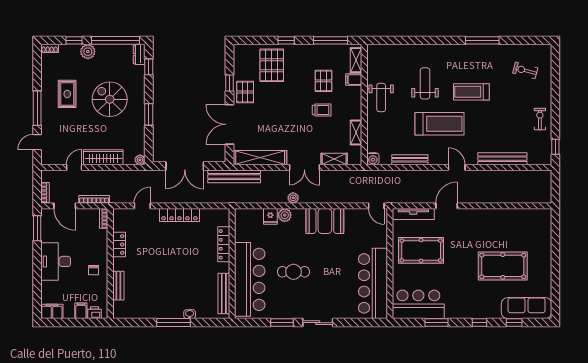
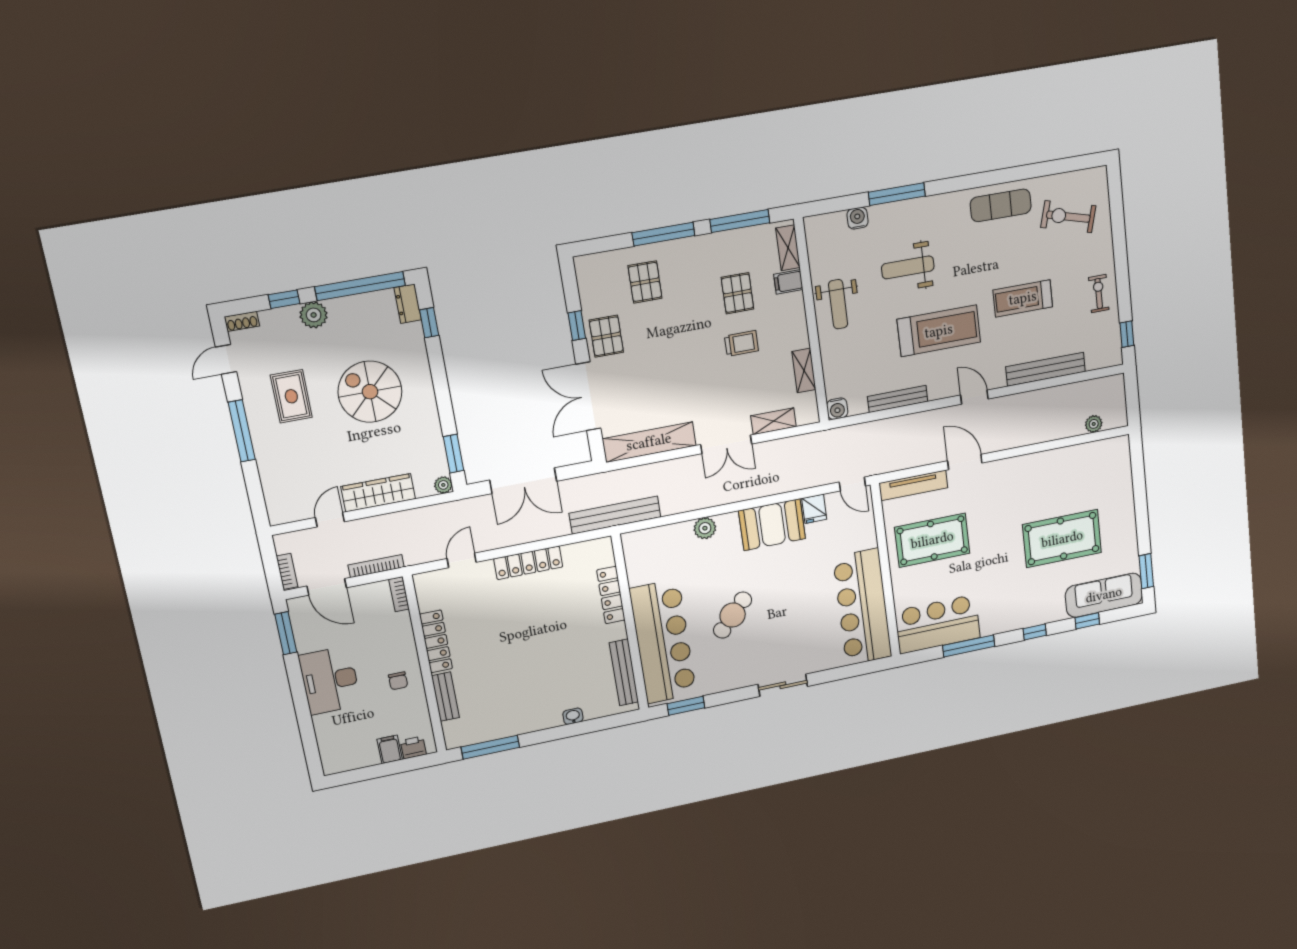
window: (286, 40) -> (663, 234), width x2.17
window: (482, 40) -> (897, 194), moved
water cooler: (399, 50) -> (857, 218), added
exercise mat: (485, 57) -> (1001, 205), added
pallet: (272, 65) -> (645, 282), width x0.67, depth x0.71
exercise bike: (525, 70) -> (1068, 217), width x1.38, depth x1.39
weight bench: (425, 83) -> (908, 267), turned -90
treadmill: (471, 92) -> (1023, 298), moved
window: (149, 114) -> (453, 454), moved
door: (37, 142) -> (226, 359), moved
bench: (234, 176) -> (615, 515), moved
plant: (293, 198) -> (1094, 424), moved
door: (447, 206) -> (965, 462), hinge flipped
fridge: (270, 216) -> (814, 509), moved
locker: (119, 244) -> (436, 641), width x1.53
cafe table: (293, 272) -> (733, 615), turned -47
window: (555, 298) -> (1146, 571), added
filing cabinet: (52, 311) -> (340, 761), removed
window: (174, 323) -> (490, 747), moved
window: (282, 323) -> (686, 706), moved
window: (436, 323) -> (969, 646), width x1.44

